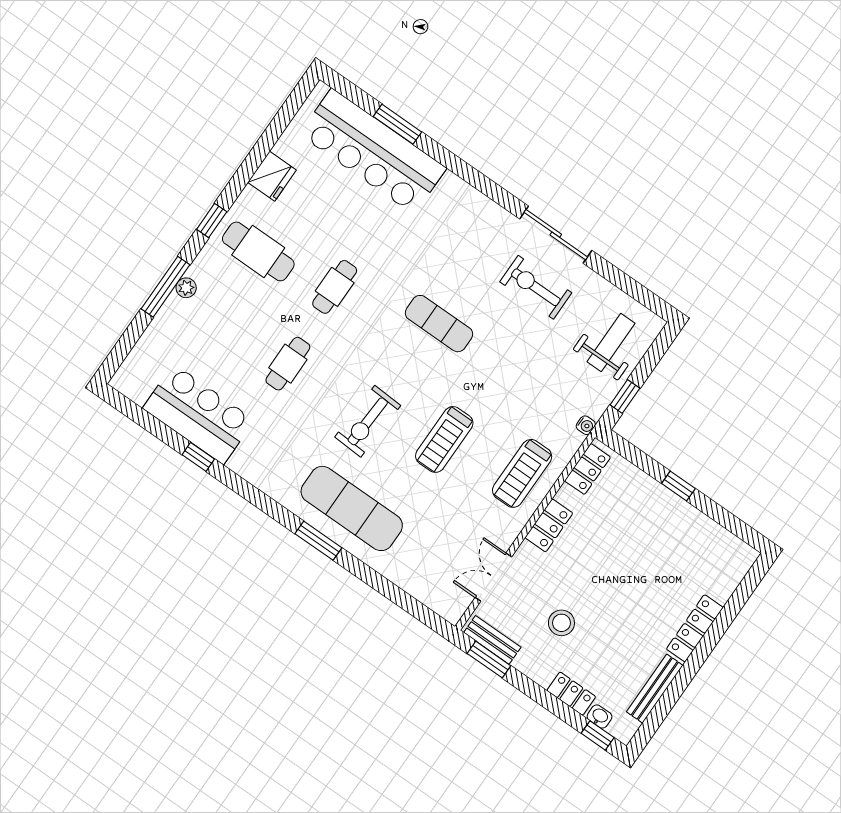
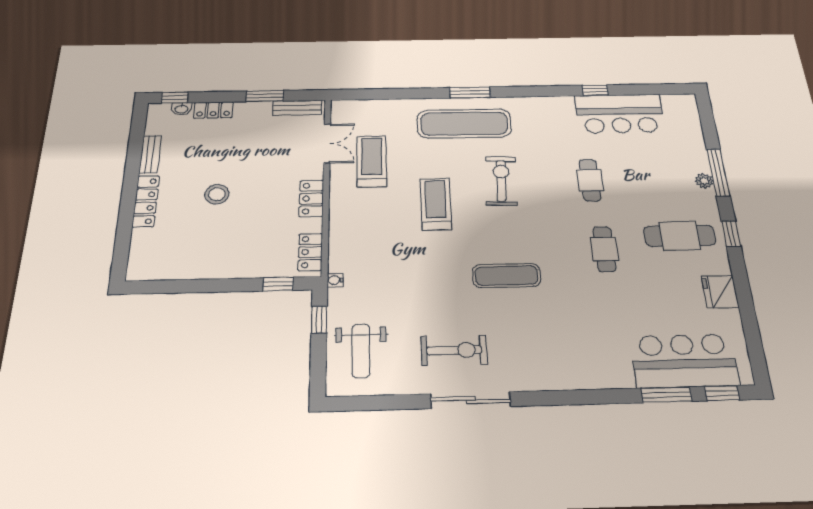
window: (352, 93) -> (722, 393), added
bar counter: (373, 151) -> (684, 361), width x0.73
treadmill: (522, 473) -> (372, 161), moved
window: (678, 486) -> (278, 284), moved
stool: (561, 623) -> (217, 194), moved
window: (489, 660) -> (265, 96), moved
bench: (655, 689) -> (150, 154), width x0.73

